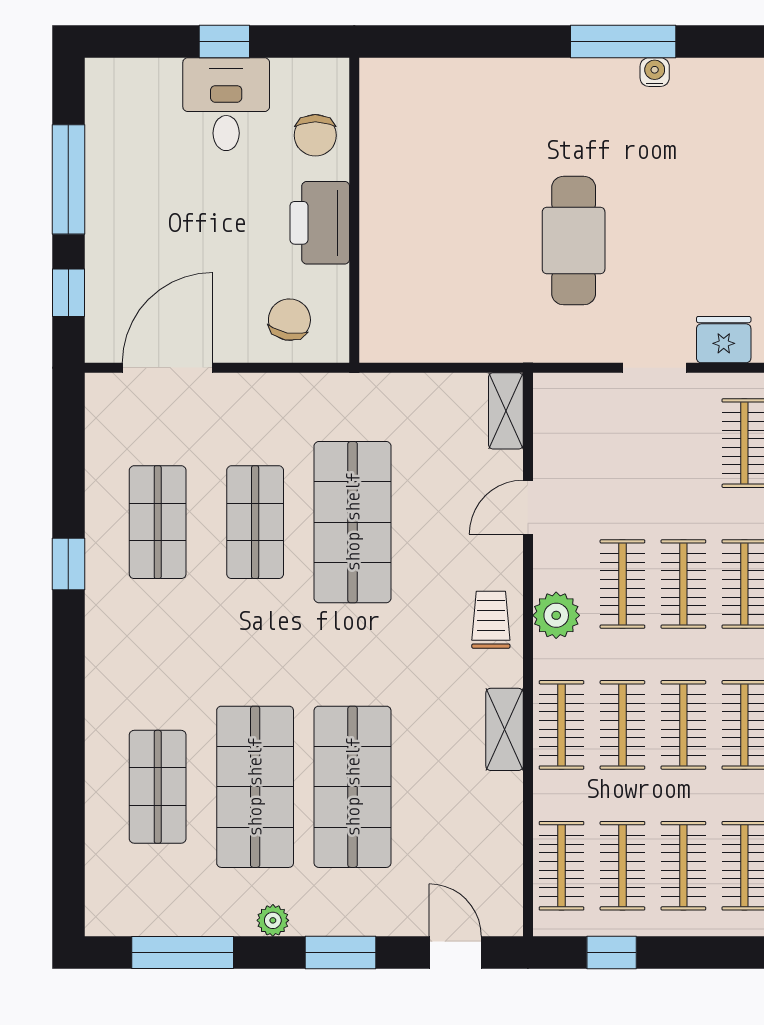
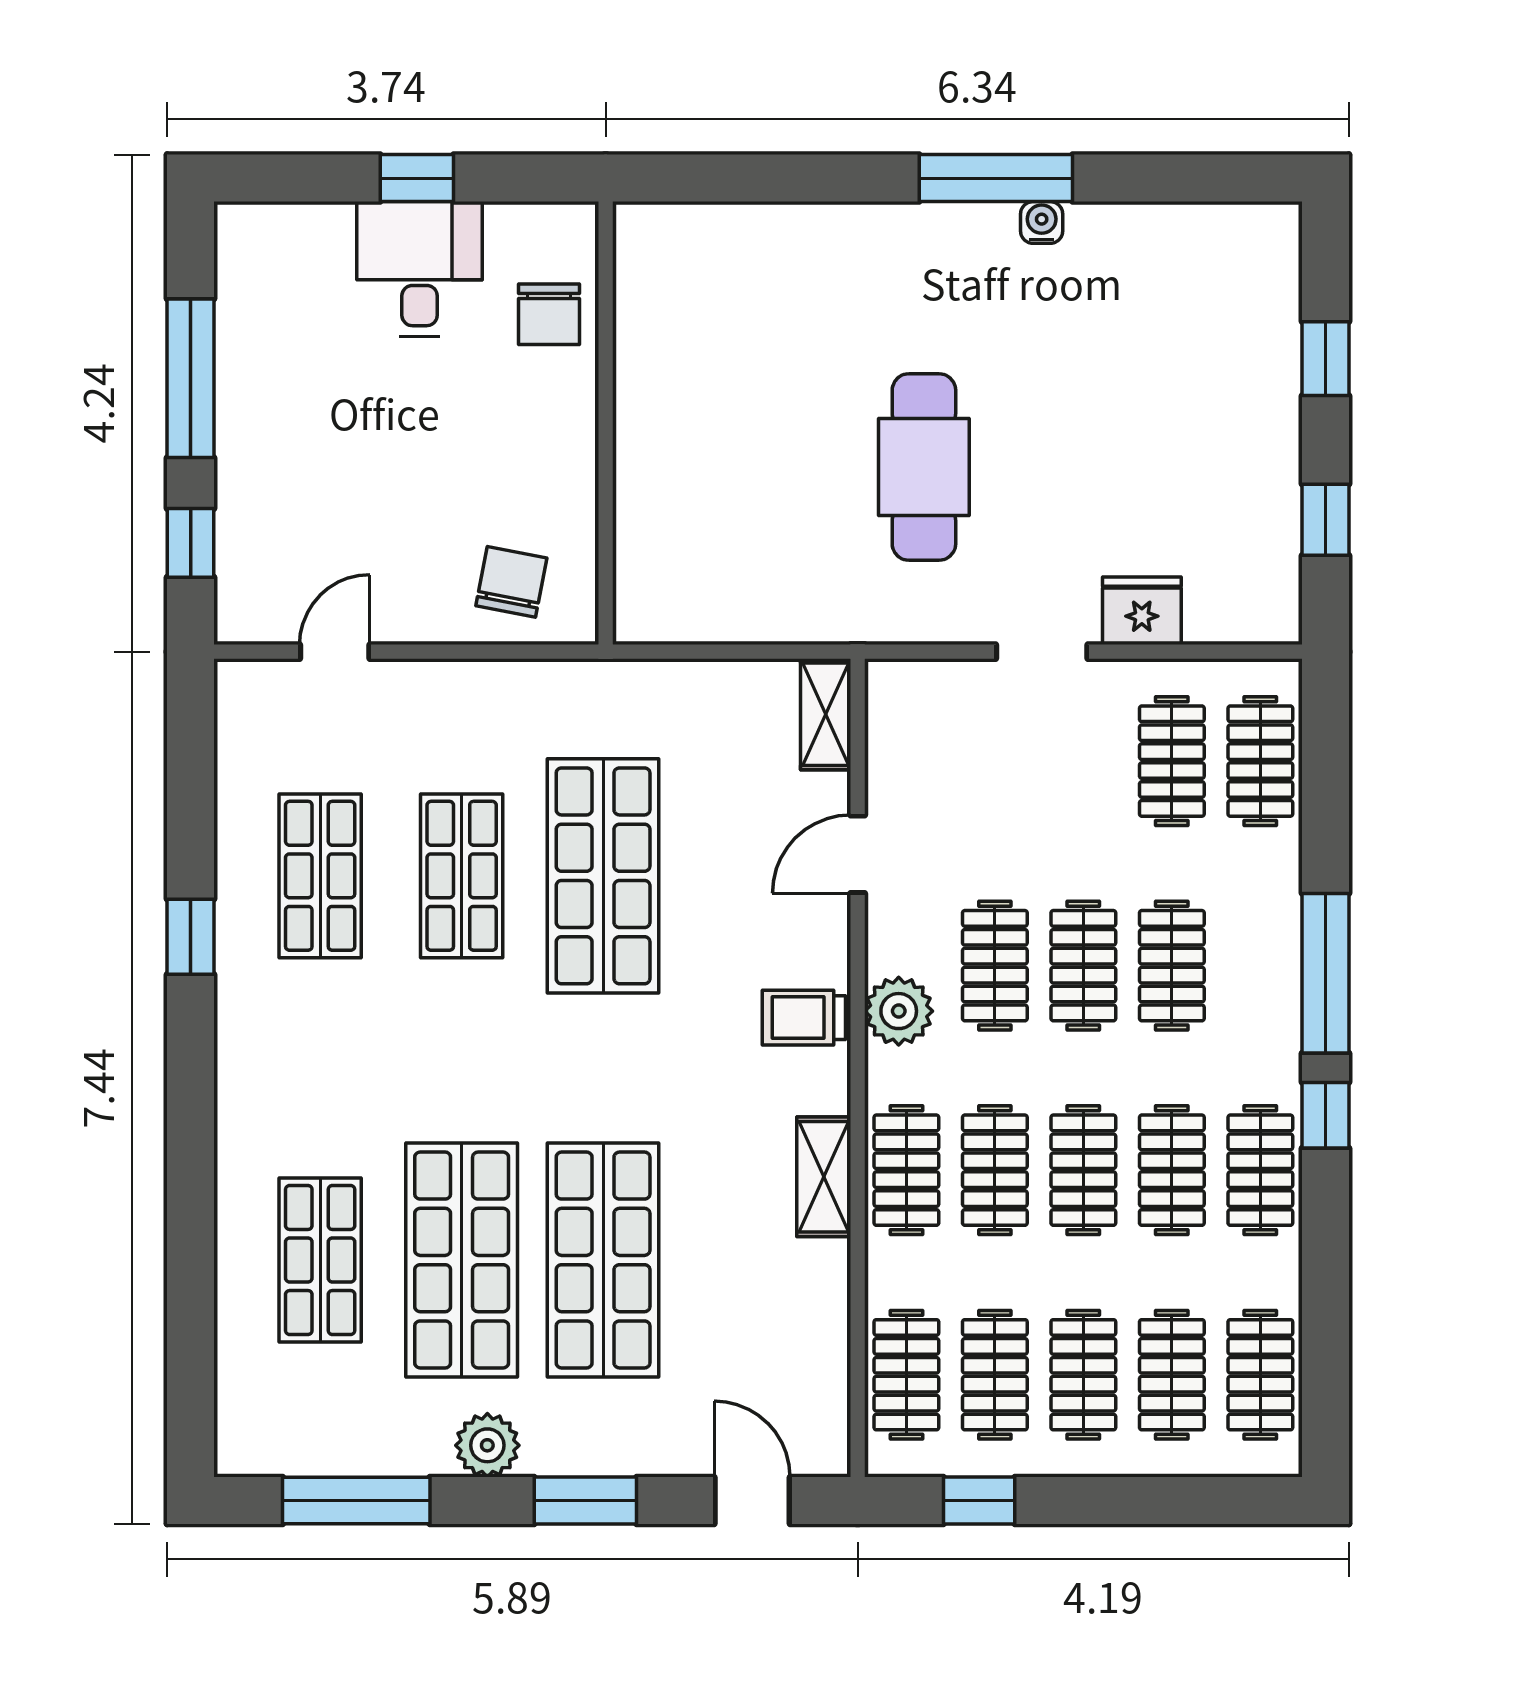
printer: (320, 223) -> (555, 441), removed
door: (168, 368) -> (335, 652), width x0.53
trolley: (491, 620) -> (804, 1018), turned -90
plant: (273, 920) -> (487, 1445), width x1.38, depth x1.38

